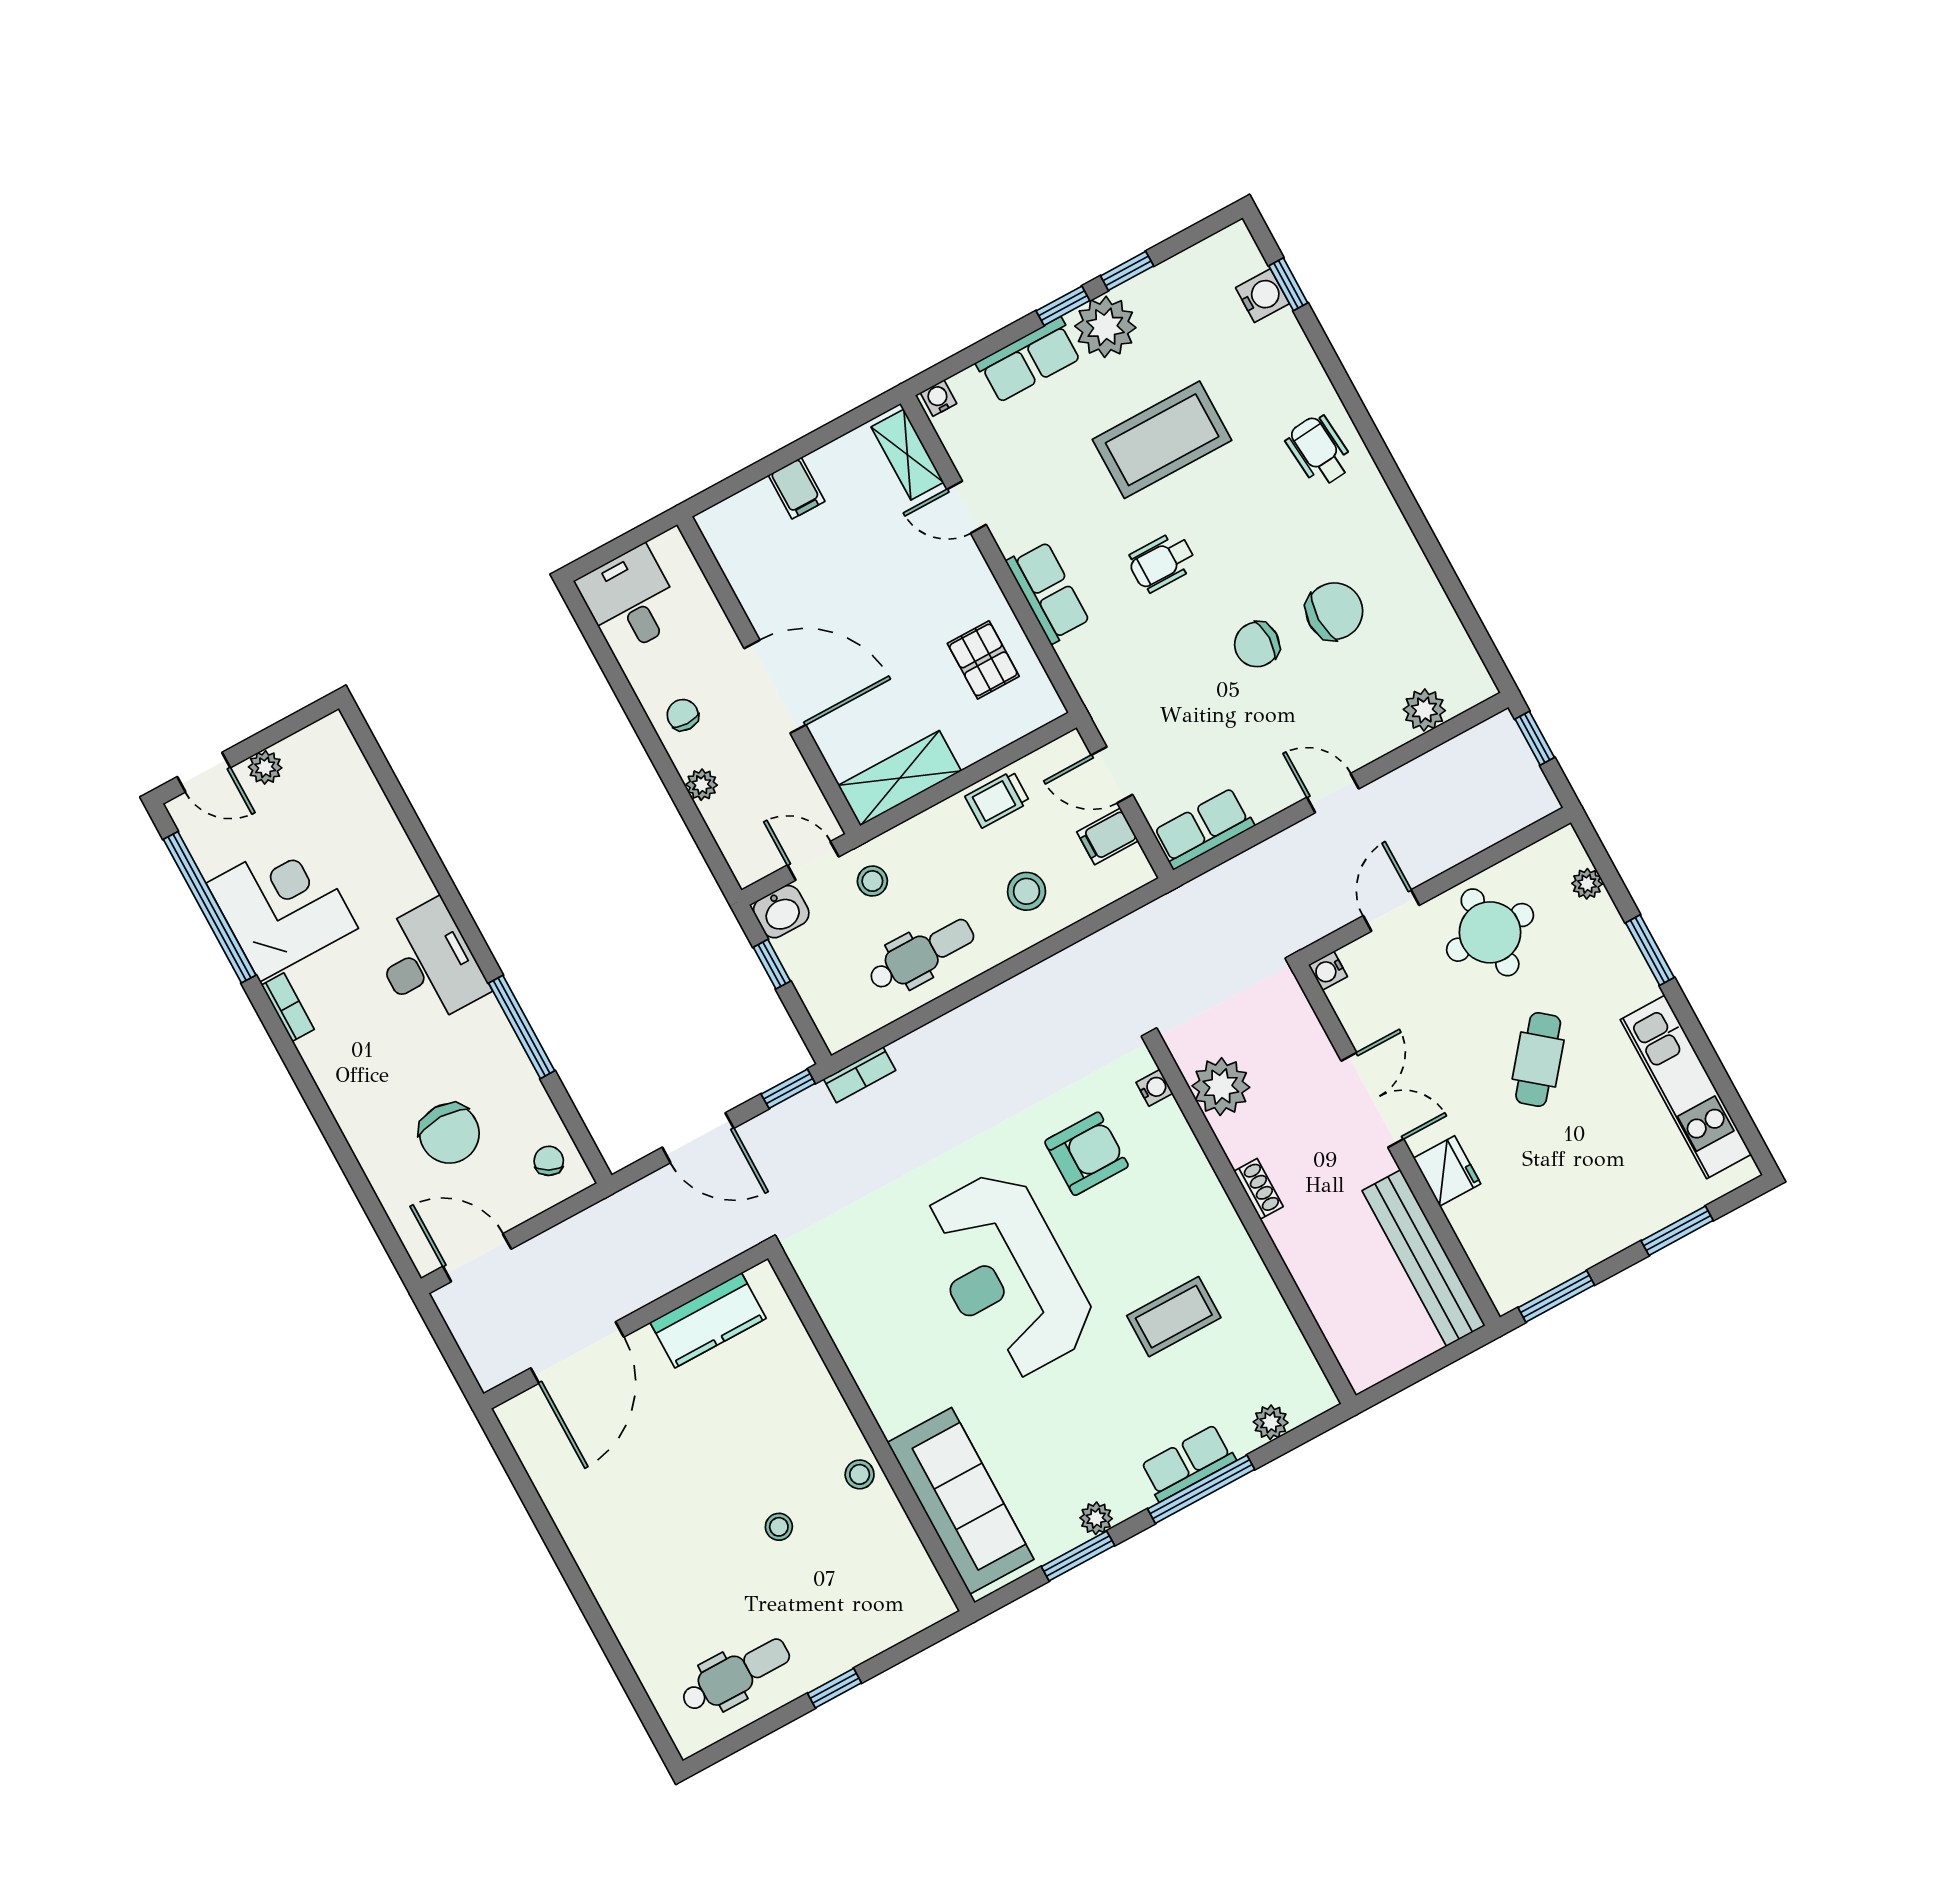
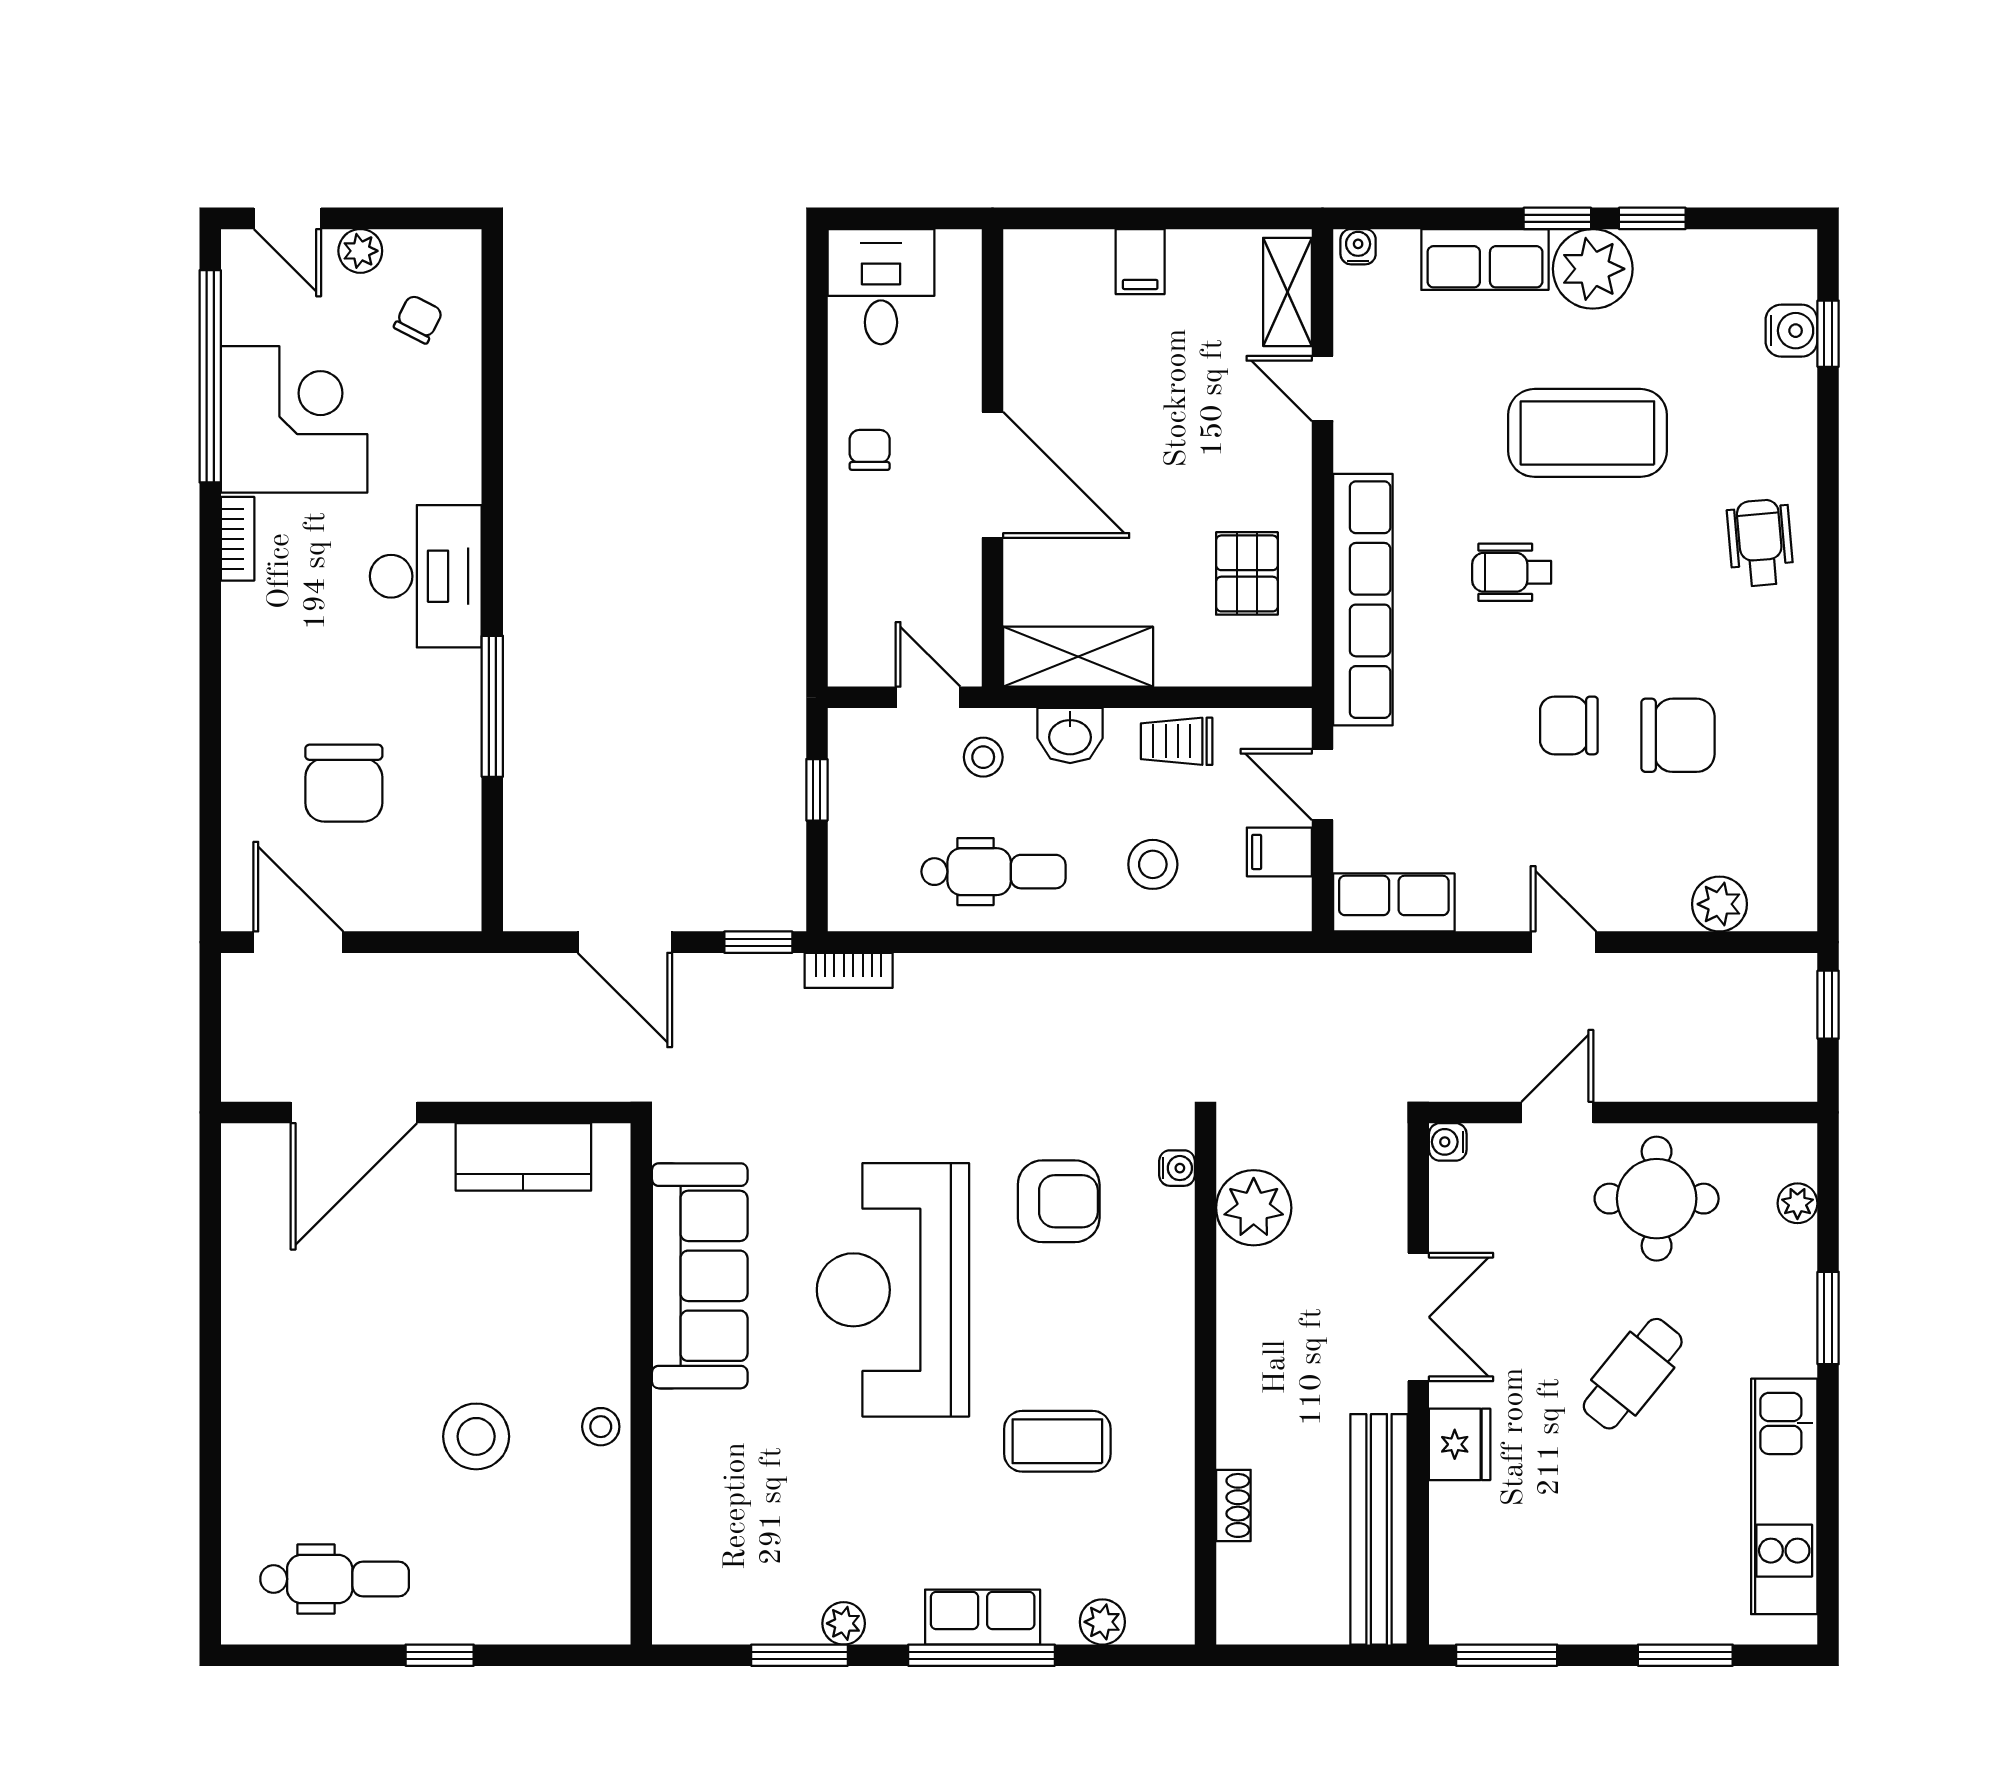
row of seats: (1048, 592) -> (1363, 600), width x2.02
plant: (702, 785) -> (848, 541), removed
washbasin: (781, 912) -> (1070, 736), moved
chair: (549, 1161) -> (418, 319), moved
shoe rack: (1259, 1189) -> (1233, 1505), moved
sofa: (961, 1501) -> (700, 1276), moved
stool: (779, 1527) -> (476, 1436), width x1.89, depth x1.89

